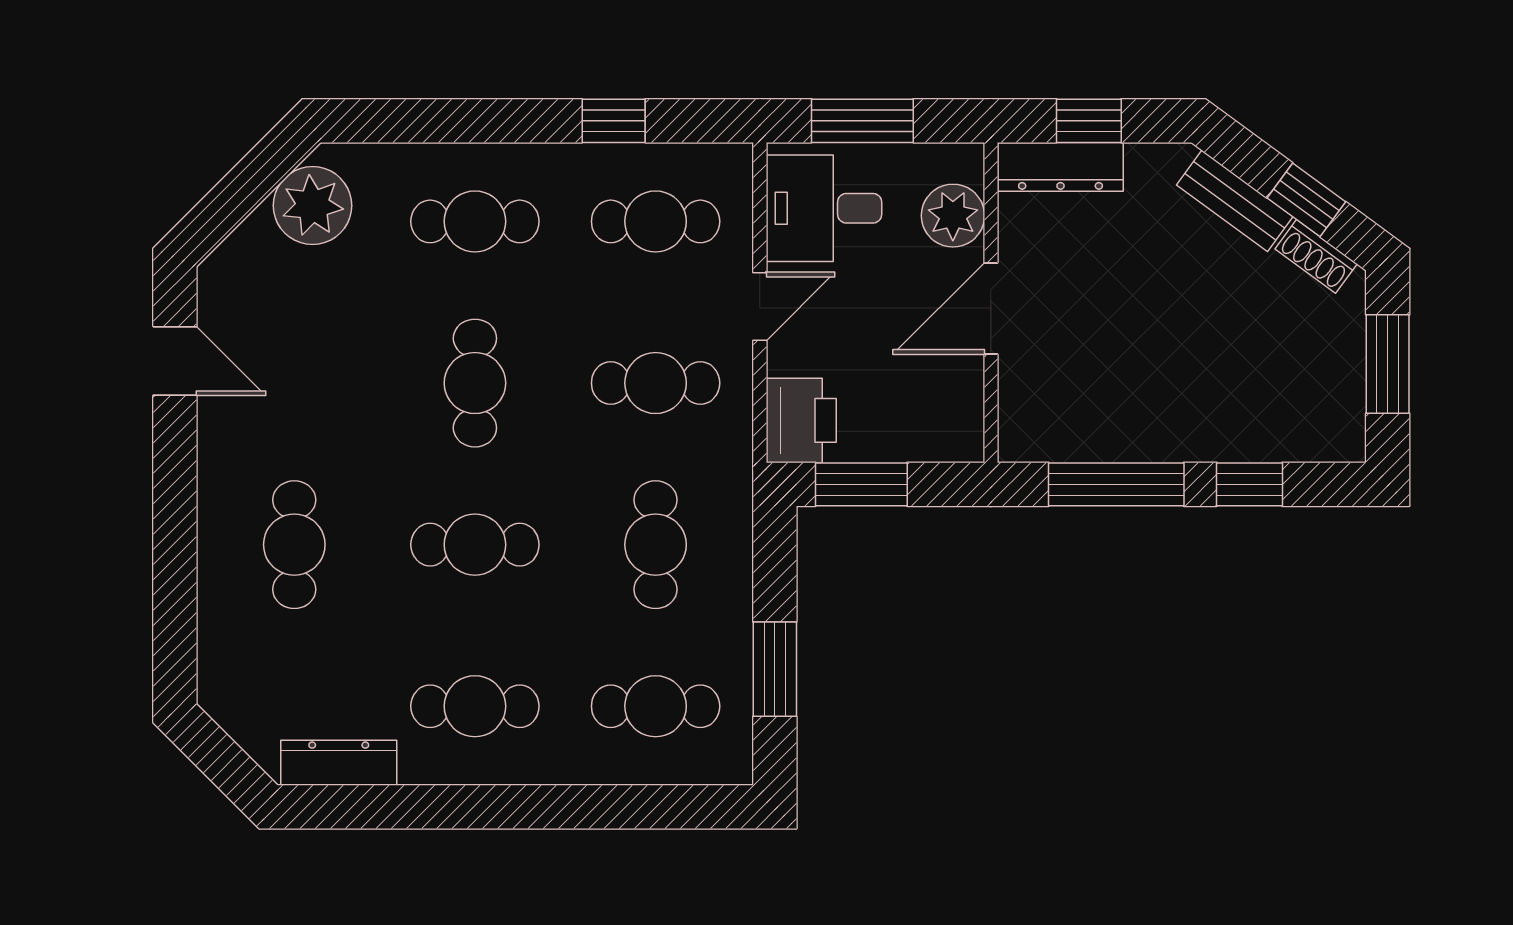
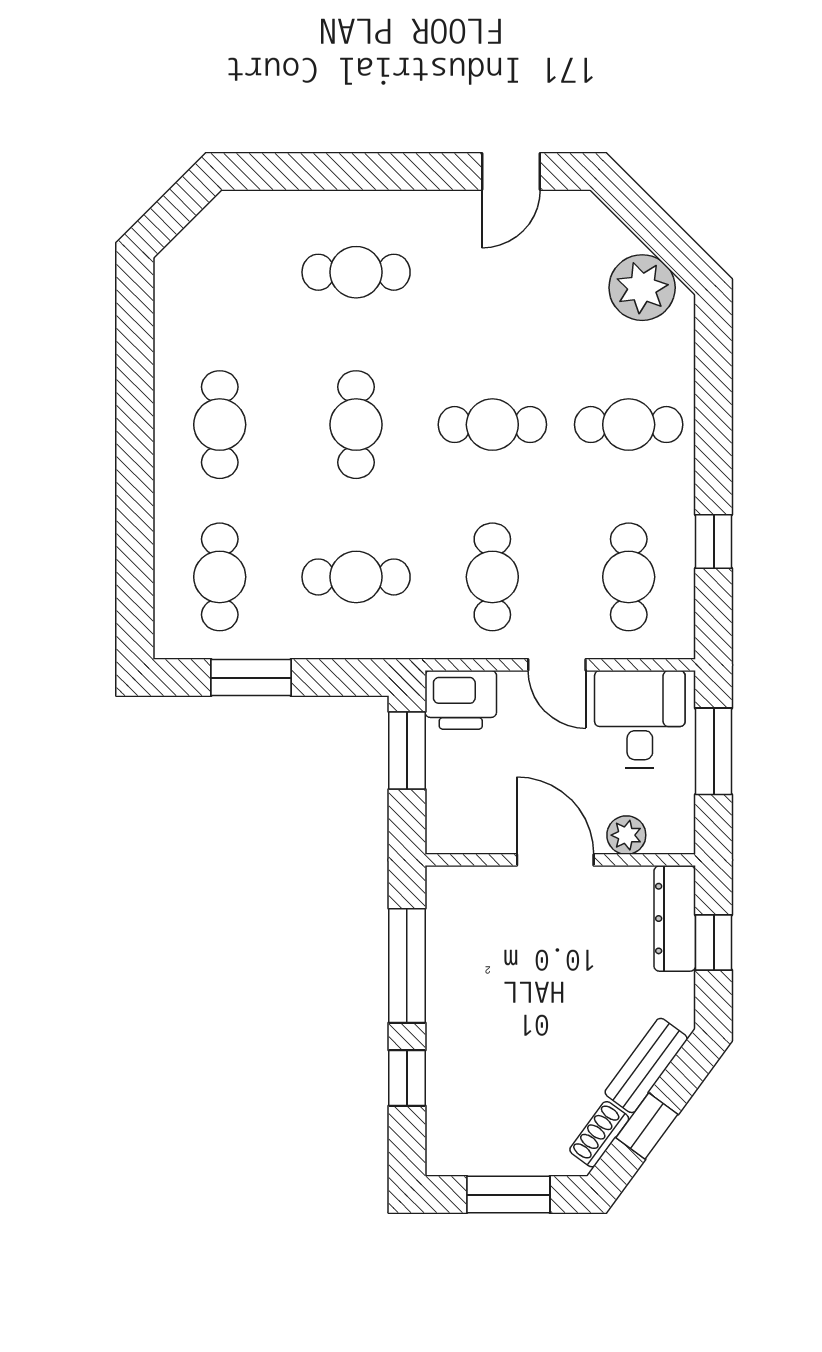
plant: (953, 216) -> (626, 835), width x0.73, depth x0.73
cafe table: (475, 221) -> (629, 425), turned 90
dresser: (339, 763) -> (172, 310), removed

